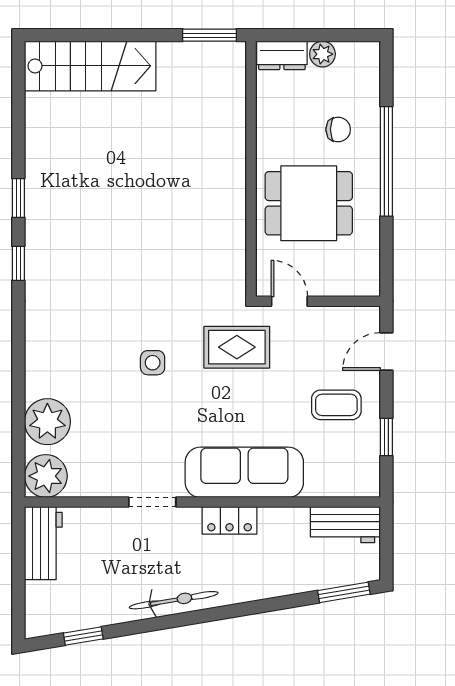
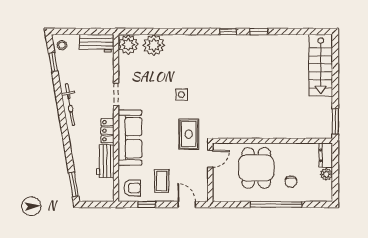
armchair: (351, 468) -> (132, 188), added
workbench: (345, 525) -> (105, 161), moved
stool: (47, 617) -> (62, 45), added

